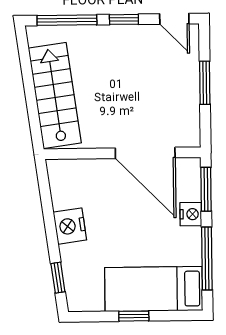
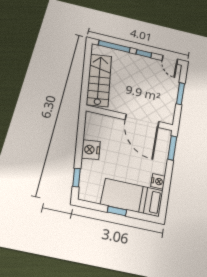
nightstand: (191, 214) -> (158, 181), moved
window: (207, 259) -> (166, 187), removed

